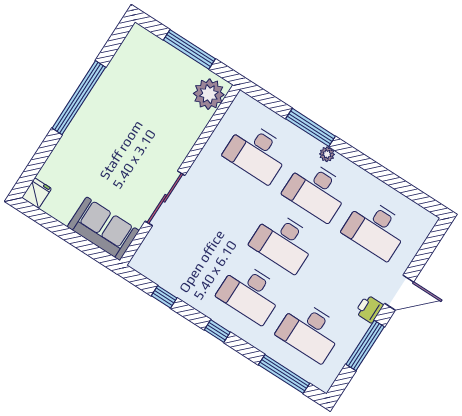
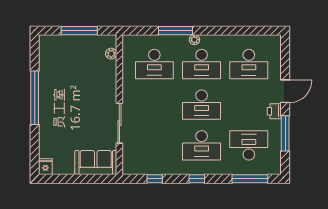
plant: (209, 94) -> (111, 54), width x0.53, depth x0.53
desk: (310, 331) -> (249, 145), turned 180

